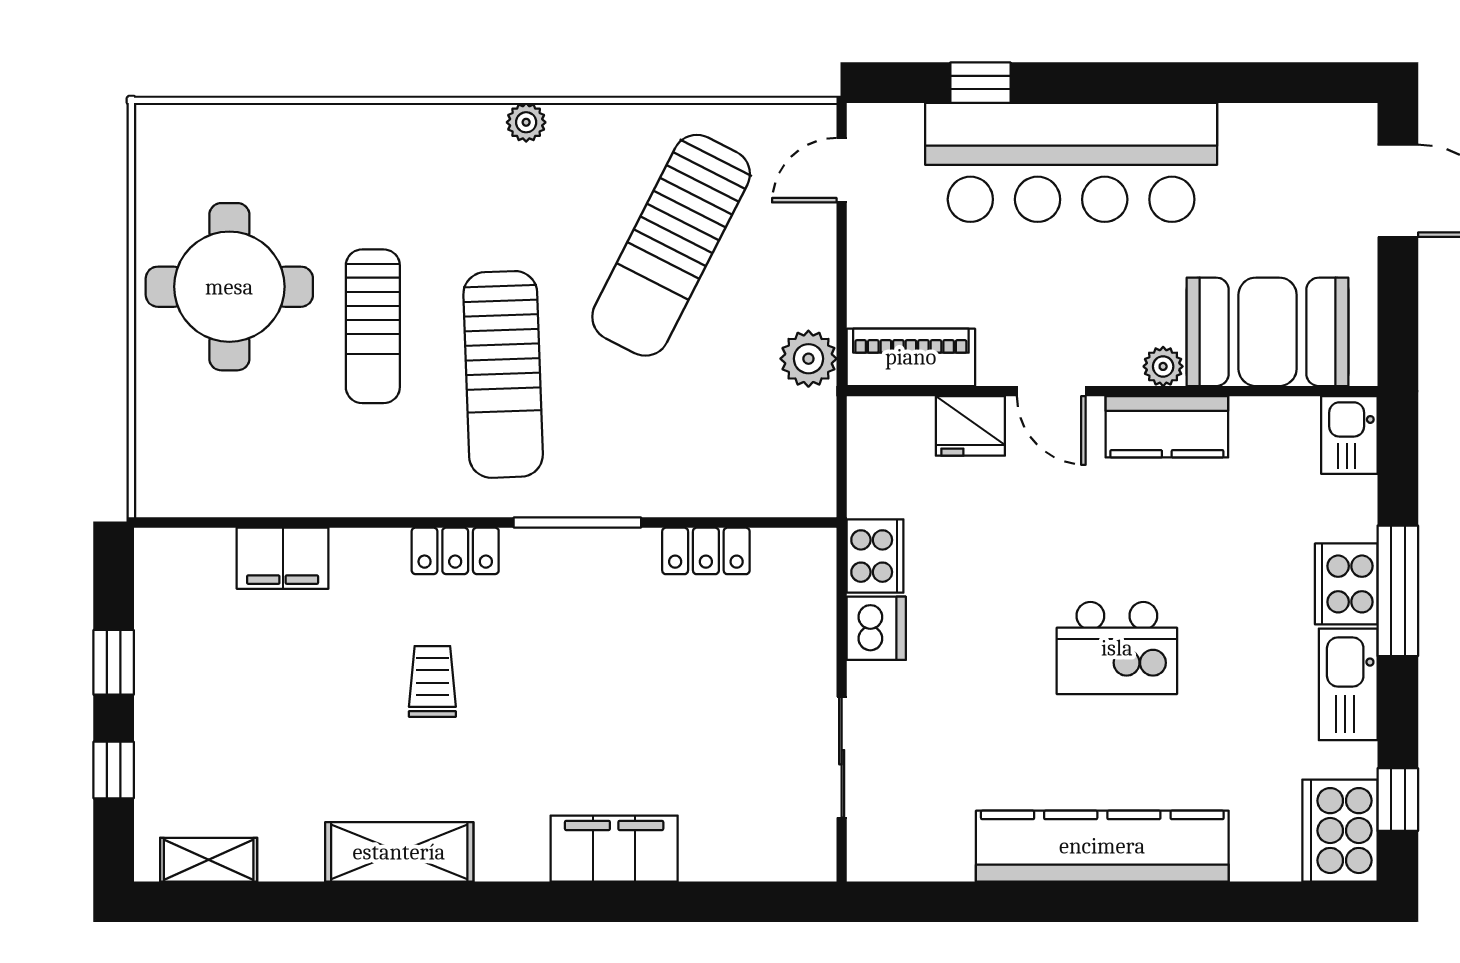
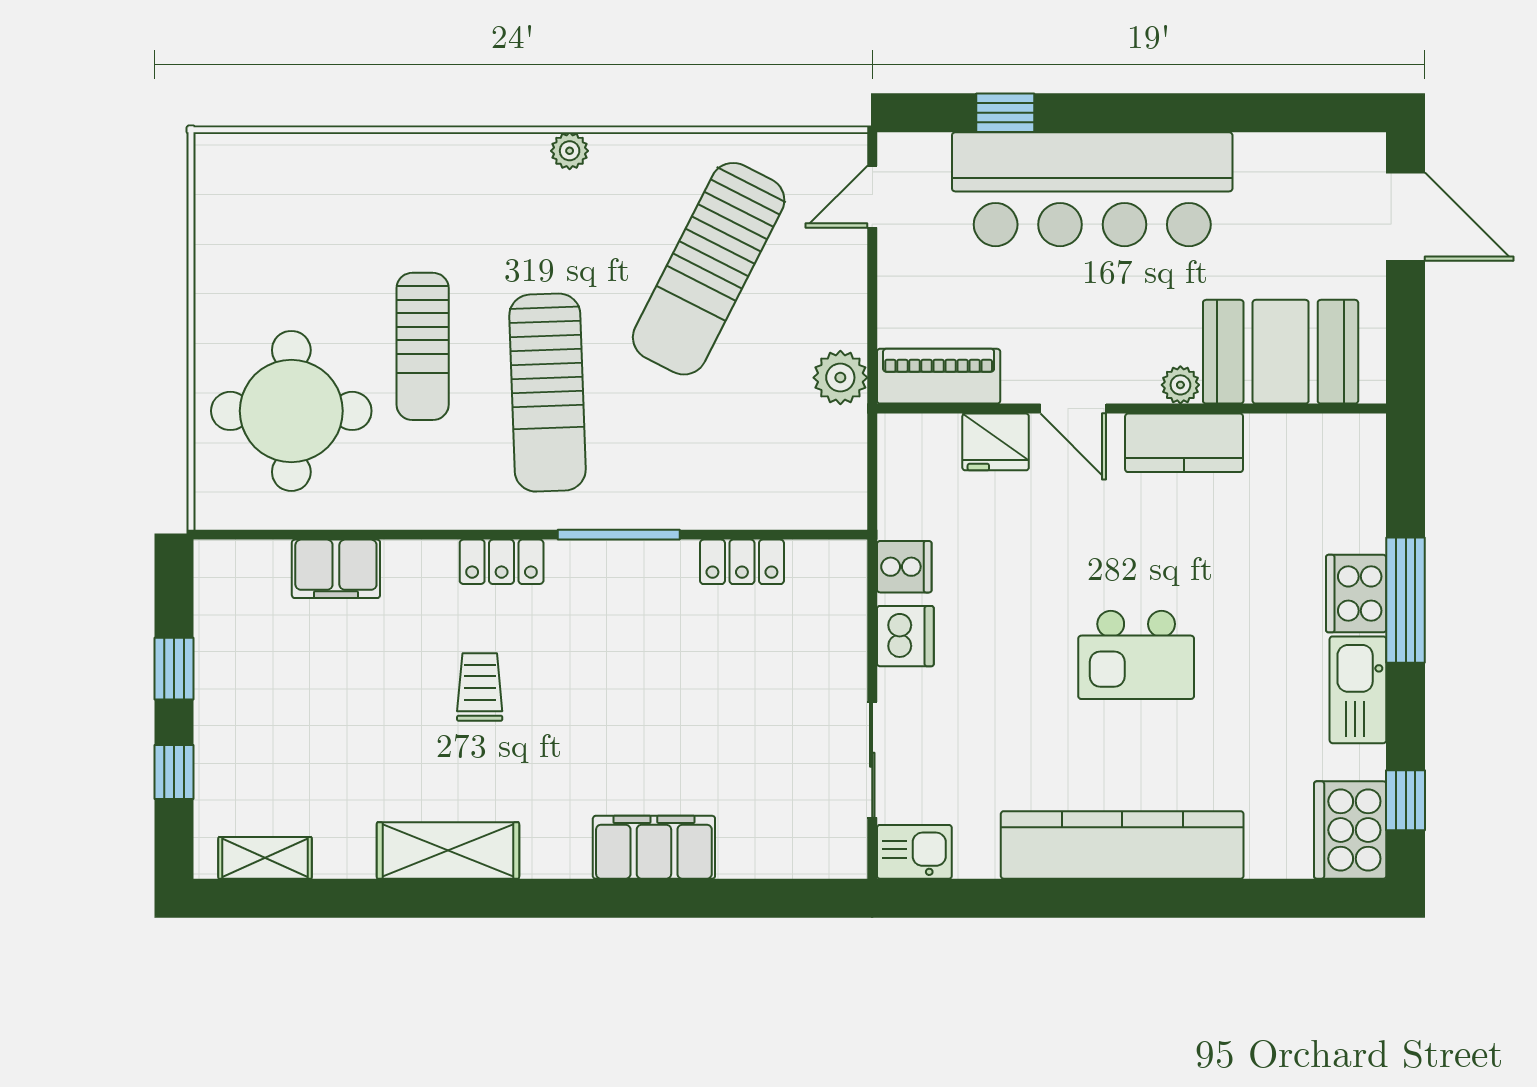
round table: (229, 287) -> (291, 411), moved
kitchen sink: (1349, 435) -> (914, 852), moved, turned 90
cooker: (875, 556) -> (904, 567), width x0.73

